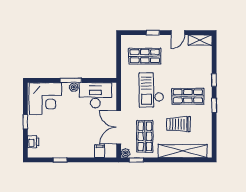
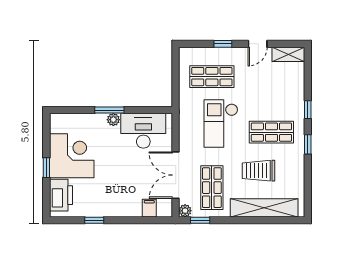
corner desk: (45, 99) -> (72, 156), moved, turned -90
printer: (33, 142) -> (61, 195), width x1.87, depth x1.48

